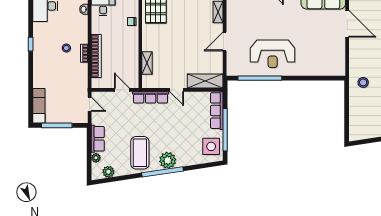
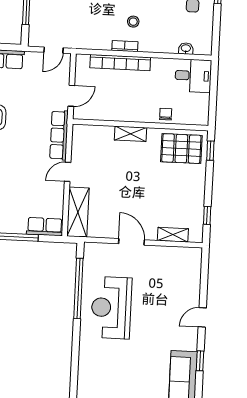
shelving: (147, 63) -> (130, 134), moved
row of seats: (217, 111) -> (45, 227), width x0.68

